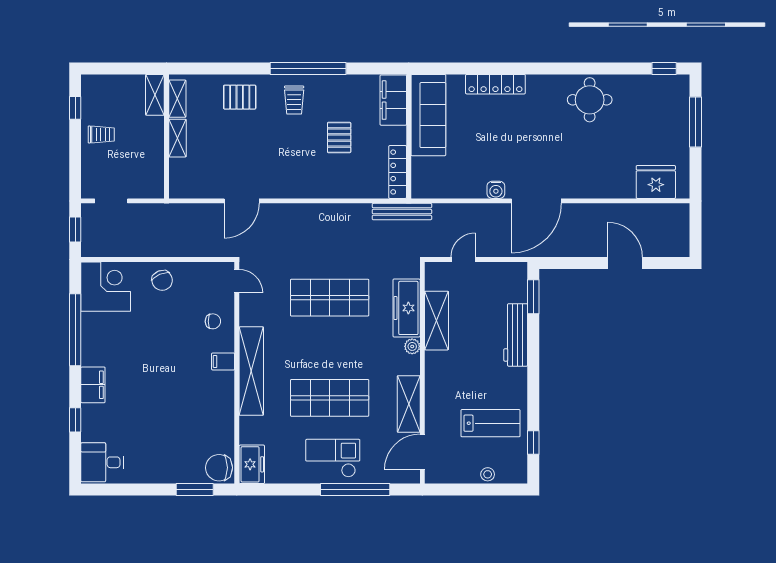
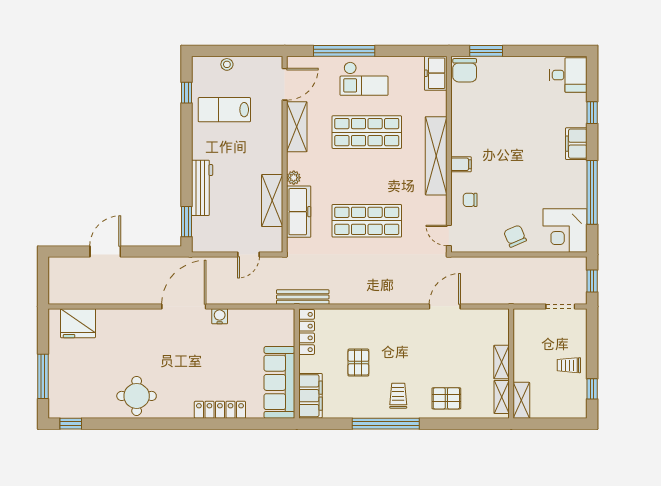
door: (625, 263) -> (105, 251), swing flipped
chair: (219, 468) -> (465, 70), turned 90

